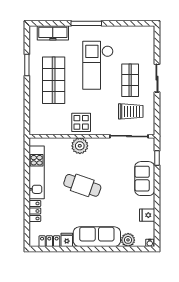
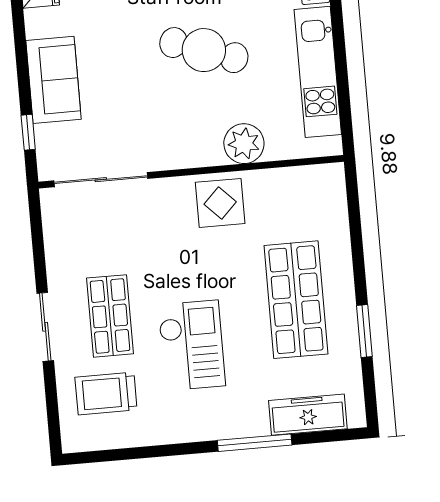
window: (86, 23) -> (255, 443), moved
checkout: (98, 65) -> (192, 345), width x0.73, depth x0.83
trolley: (131, 111) -> (106, 393), moved
plant: (80, 146) -> (244, 144), moved

